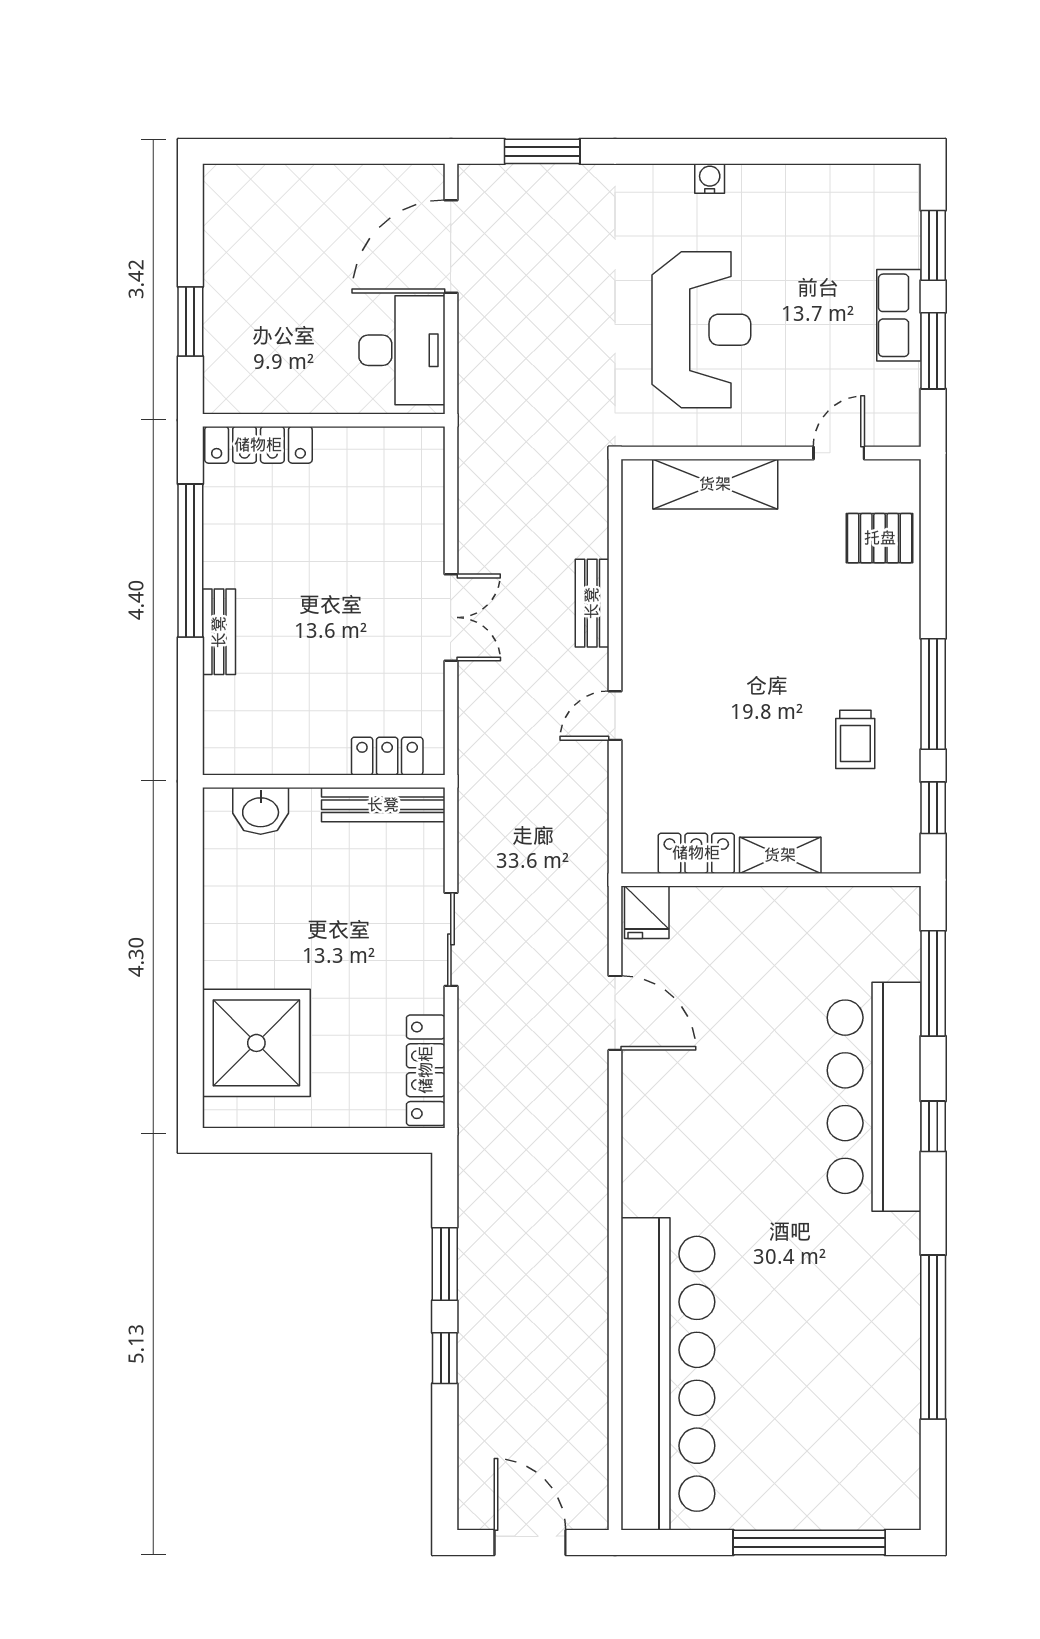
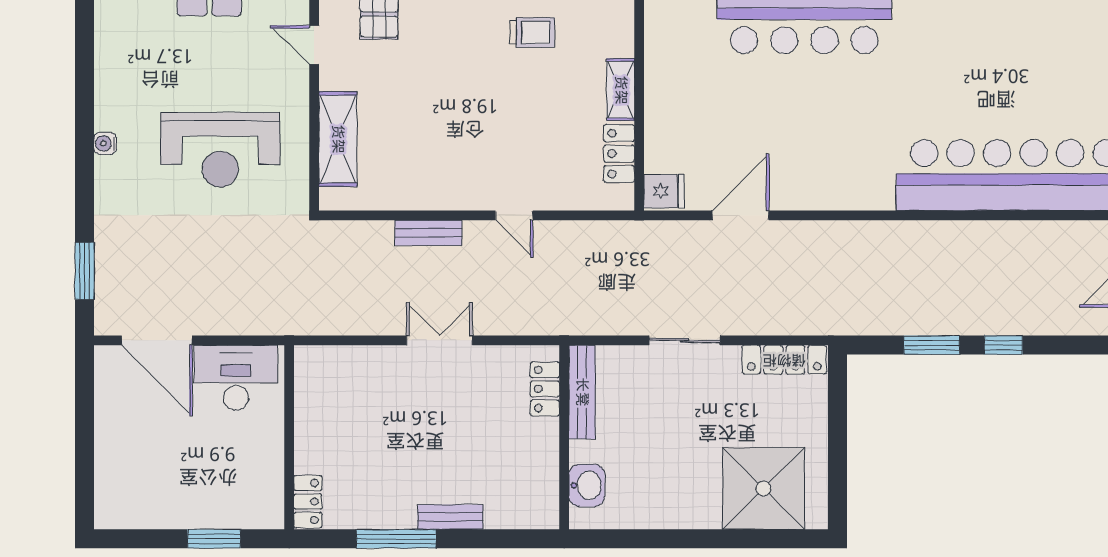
reception desk: (701, 330) -> (220, 150), turned 180
locker: (258, 445) -> (308, 502), width x0.66
window: (190, 561) -> (396, 539), width x0.68

